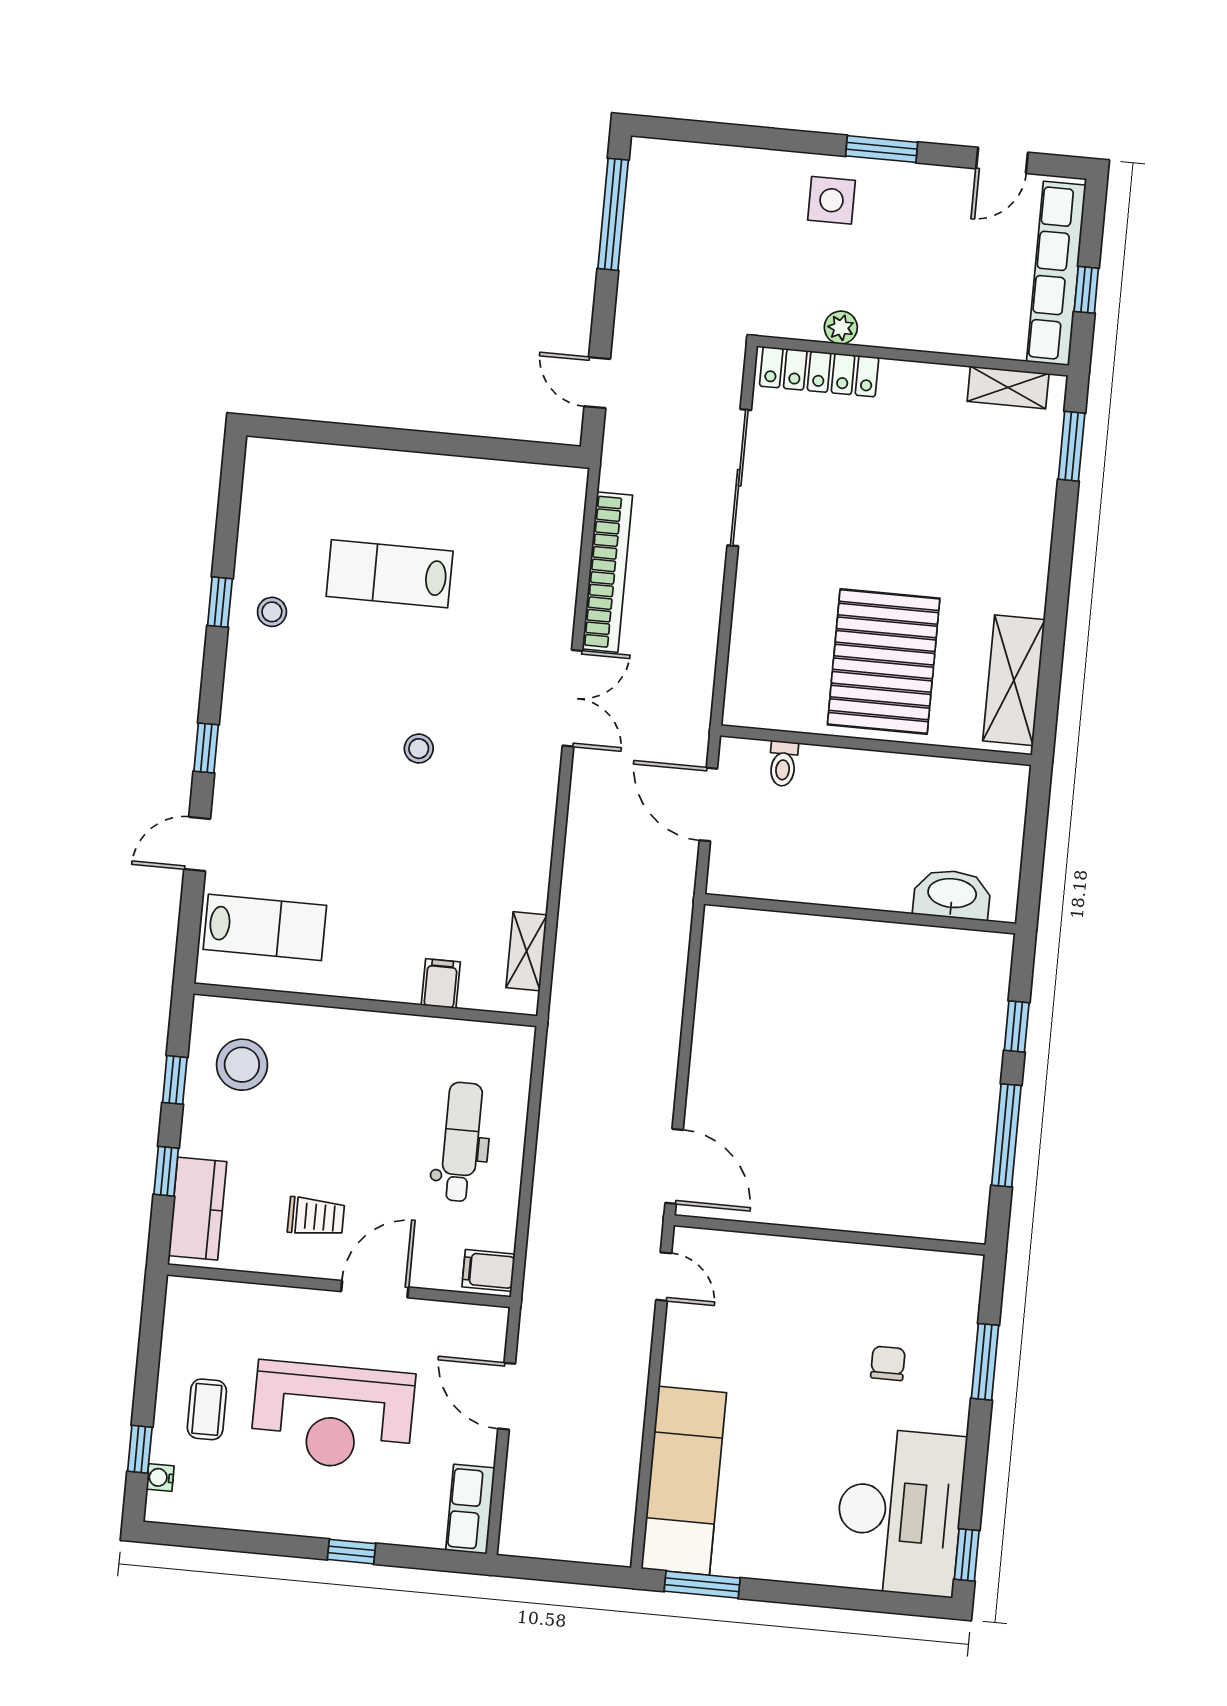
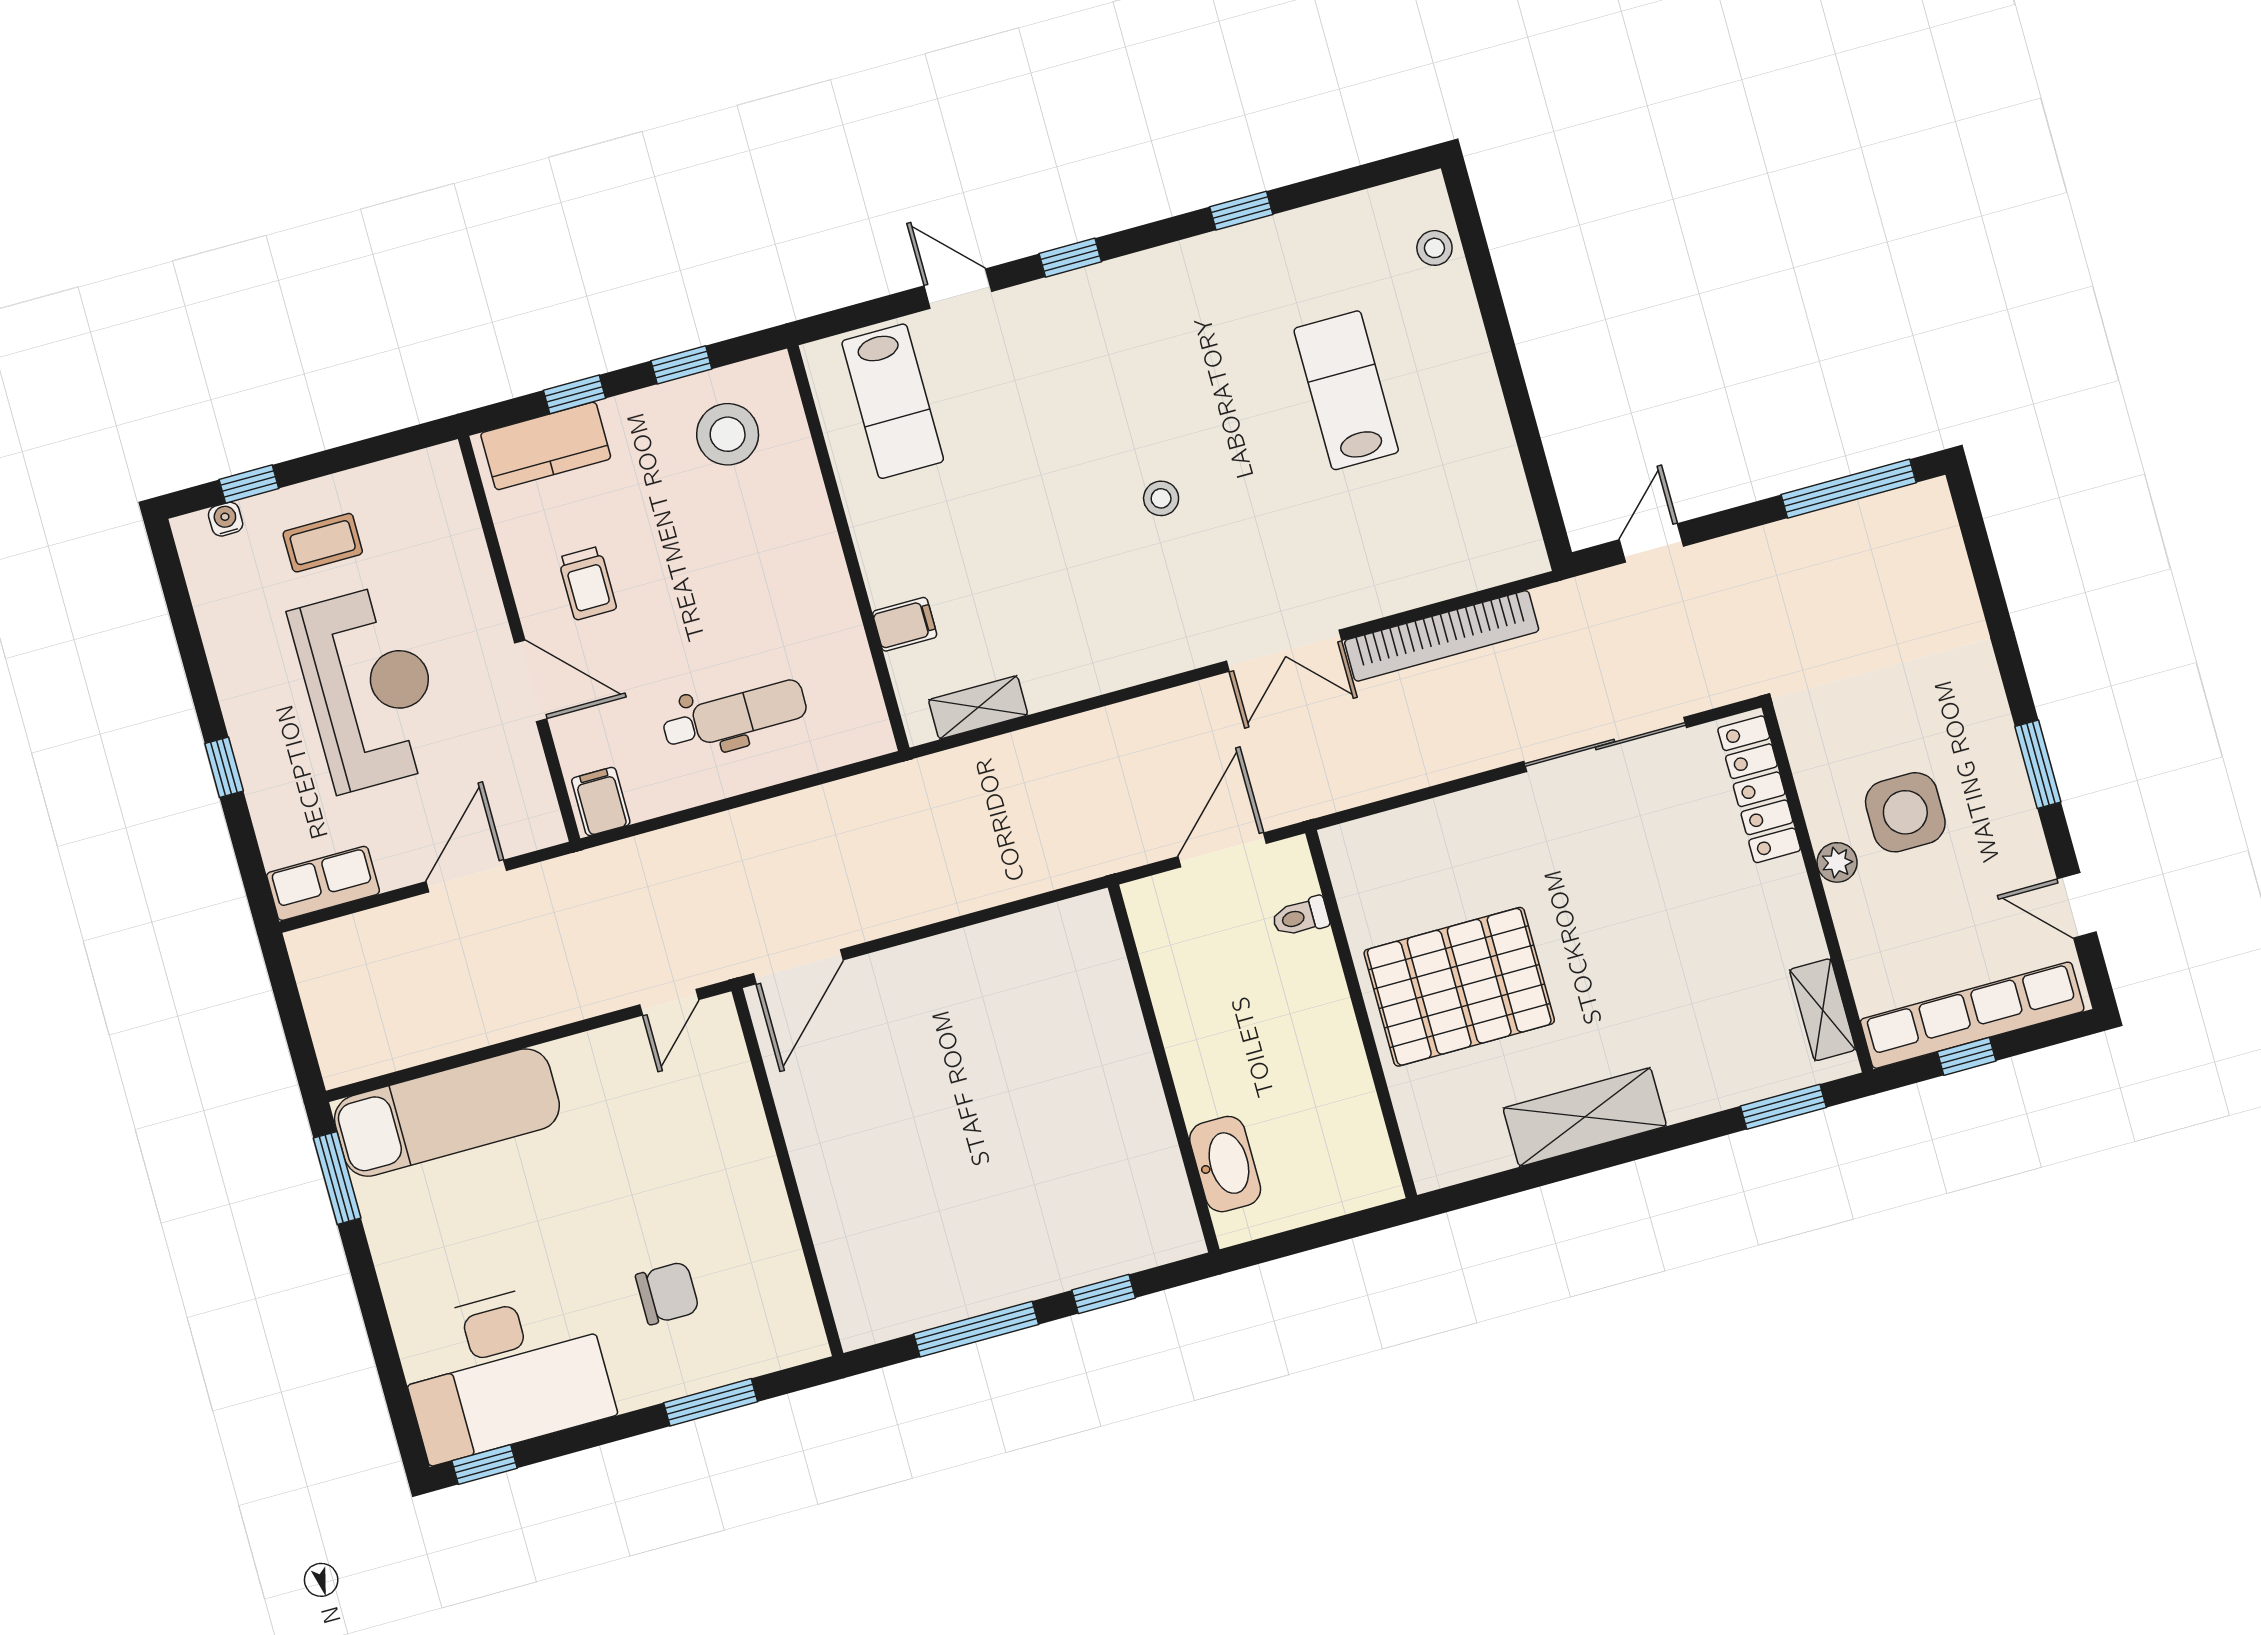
side table: (831, 200) -> (1905, 812), moved, width x1.37, depth x1.37
plant: (841, 328) -> (1837, 862), moved
stool: (272, 612) -> (1434, 248), moved
shelving: (1014, 680) -> (1585, 1117), moved
chair: (888, 1363) -> (667, 1293), width x1.37, depth x1.37
reception desk: (333, 1416) -> (369, 688), turned 180

